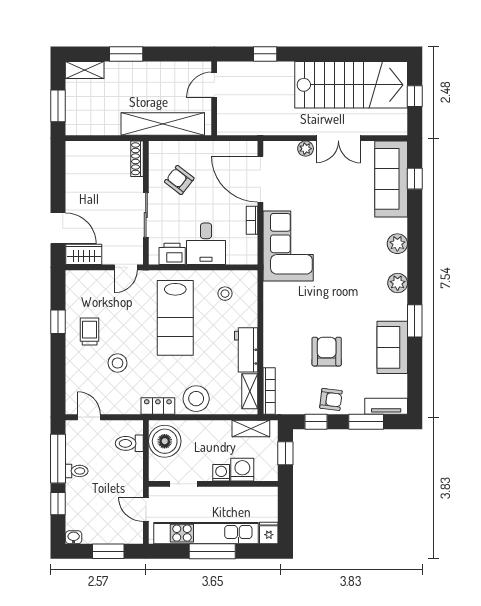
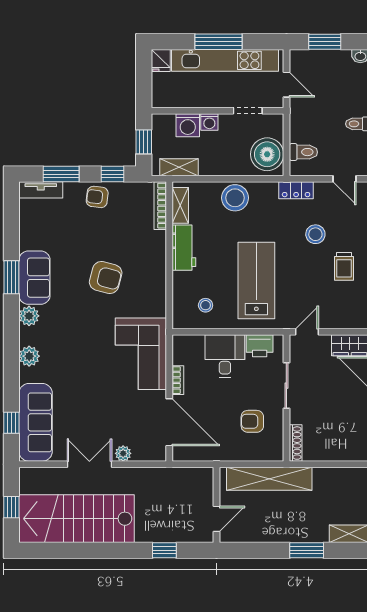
armchair: (179, 180) -> (252, 421), turned 142
sofa: (392, 347) -> (34, 278), moved
armchair: (327, 352) -> (106, 277), moved, turned -75
locker: (158, 406) -> (296, 190), moved

